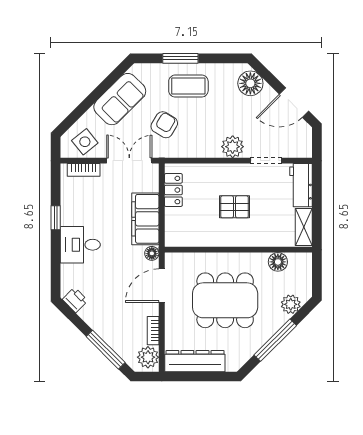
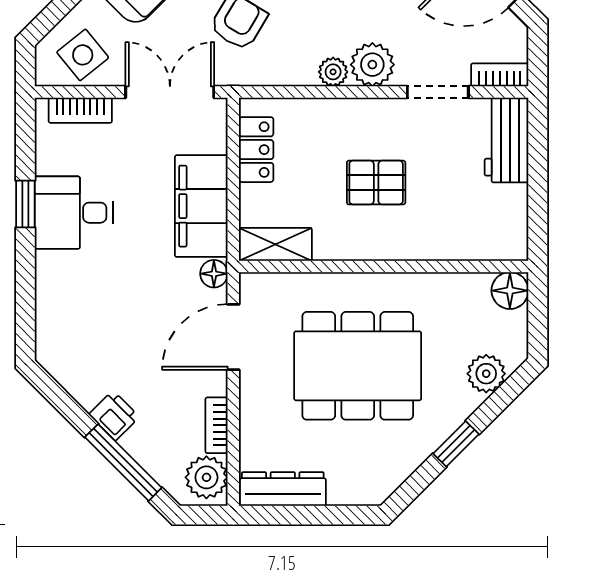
plant: (213, 150) -> (333, 72), added
bookcase: (298, 152) -> (500, 75), added
shelving: (304, 227) -> (275, 244), moved, turned 90
desk: (80, 245) -> (74, 213), moved
floor lamp: (278, 262) -> (510, 291), moved
printer: (75, 300) -> (114, 416), moved
window: (275, 340) -> (456, 444), width x0.46
dresser: (195, 361) -> (283, 489), width x0.73, depth x0.80

